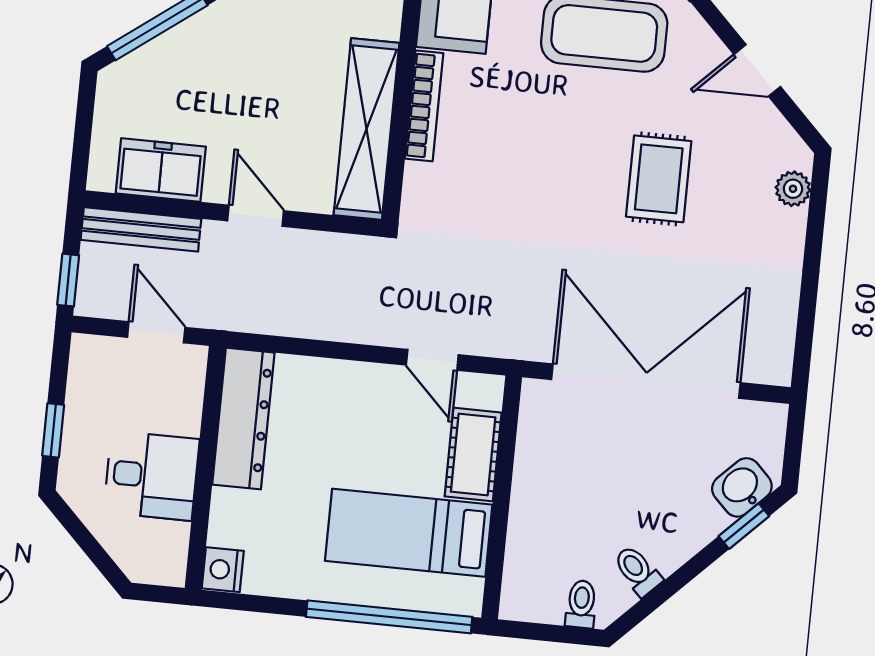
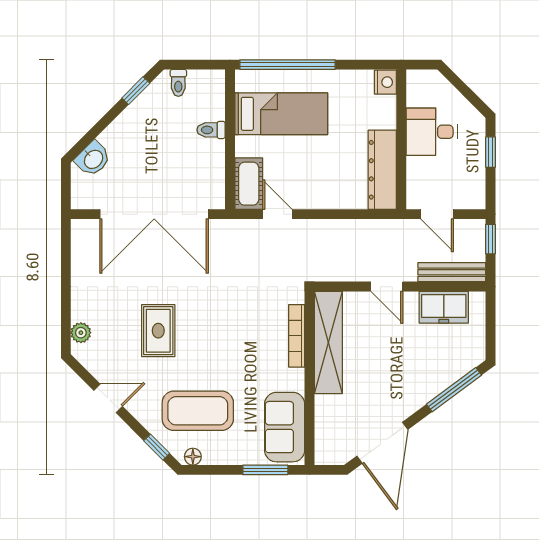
bookcase: (424, 106) -> (297, 336), moved
cot: (473, 455) -> (249, 184), moved
window: (744, 526) -> (136, 91), moved
toilet: (637, 571) -> (211, 130), moved, turned 135

